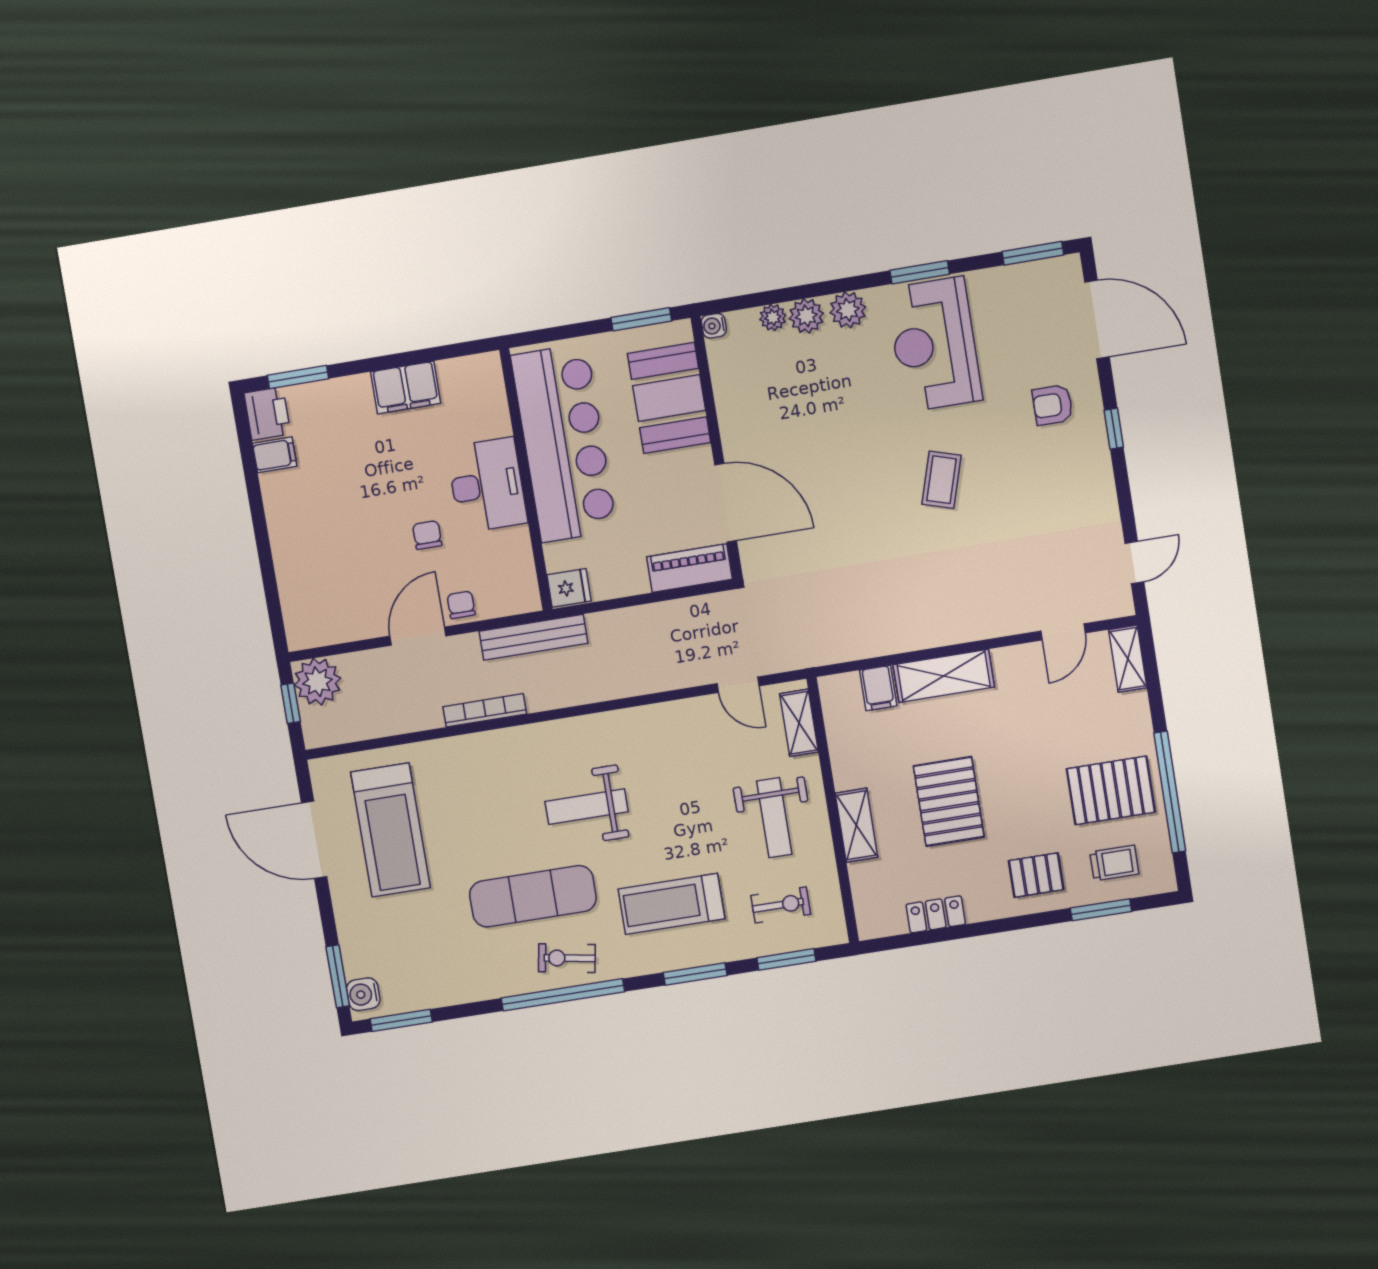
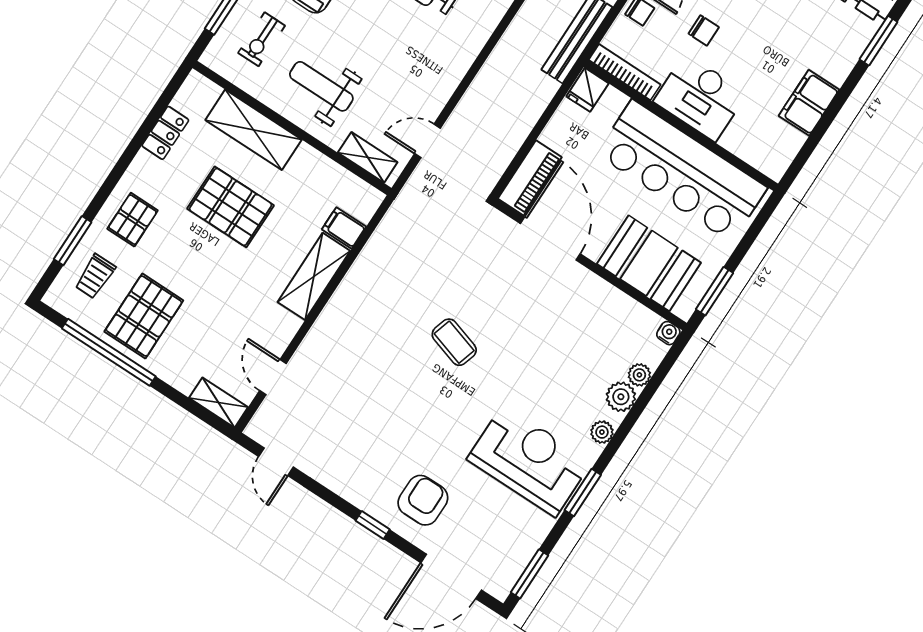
plant: (848, 310) -> (602, 432), width x0.73, depth x0.73
armchair: (1053, 405) -> (423, 500), width x1.38, depth x1.38
coffee table: (941, 480) -> (454, 342), moved
door: (726, 503) -> (550, 239), swing flipped
bookcase: (525, 570) -> (625, 72), added
shelving: (856, 825) -> (253, 130), width x1.50, depth x1.33

